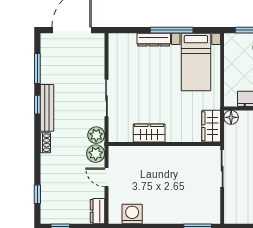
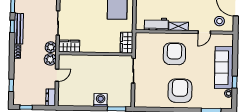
floor lamp: (231, 117) -> (140, 37), removed
wardrobe: (149, 133) -> (69, 46), moved
door: (106, 177) -> (57, 75), swing flipped
washing machine: (132, 214) -> (101, 100), moved

